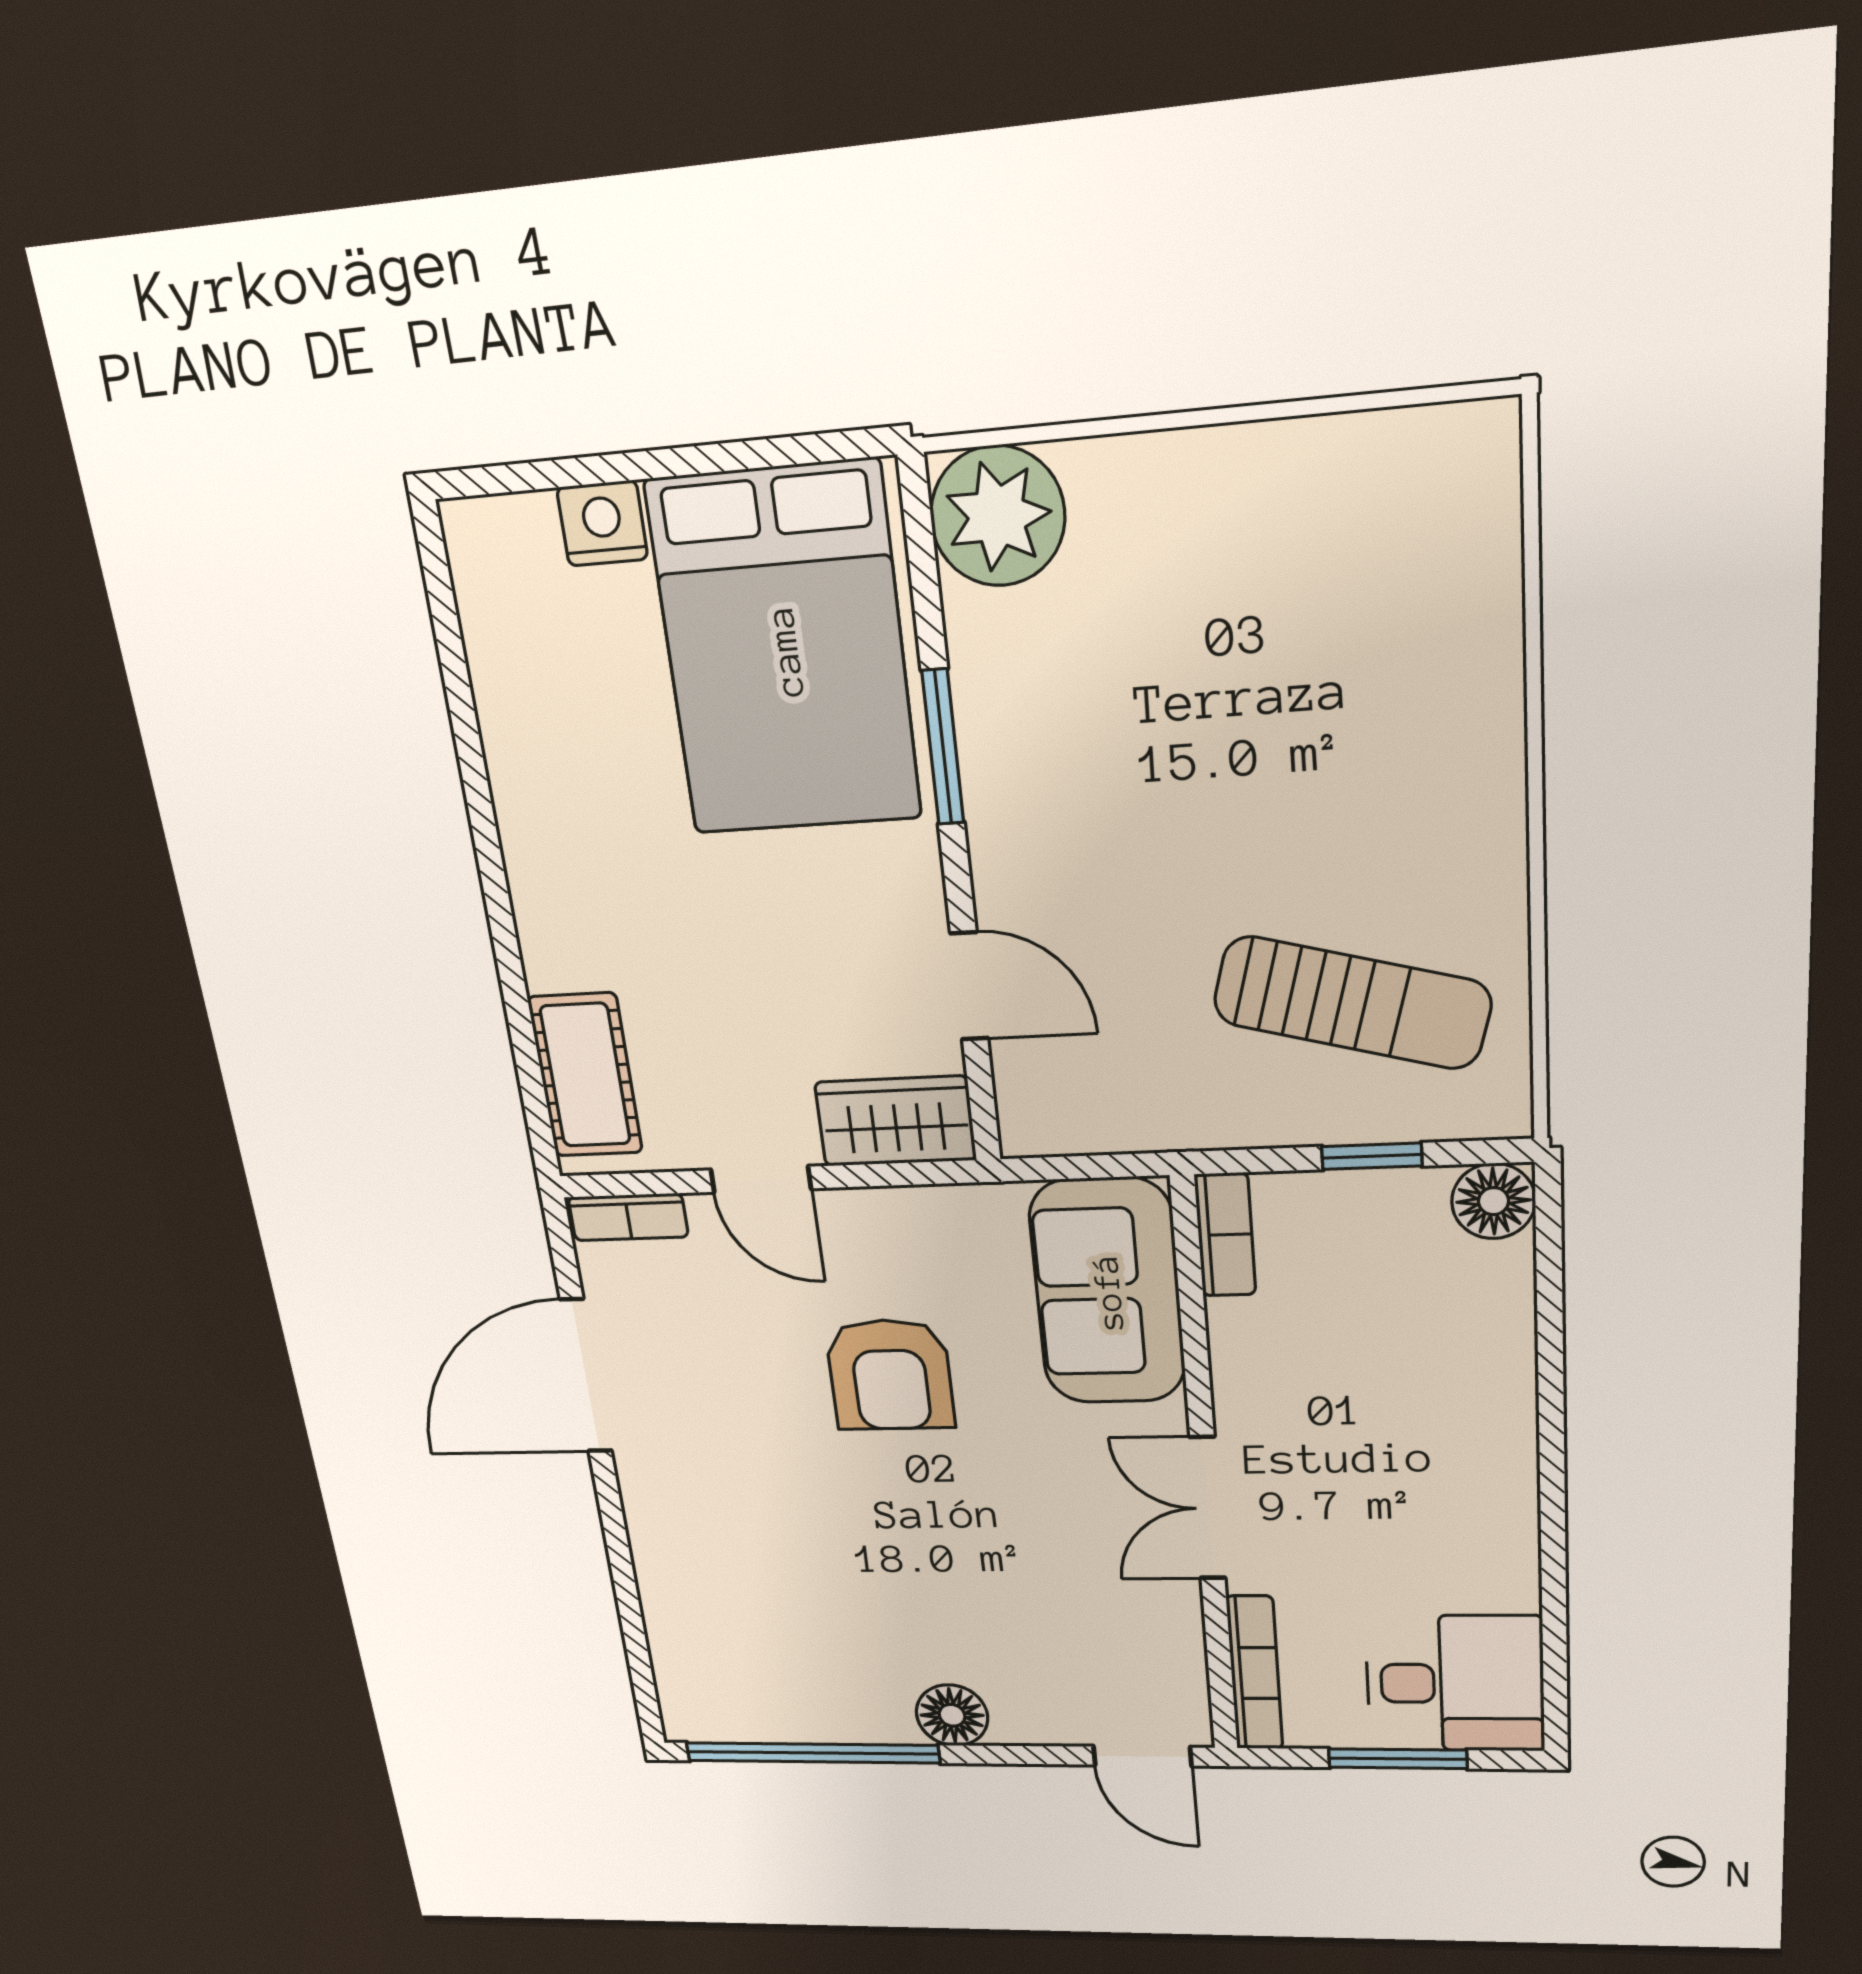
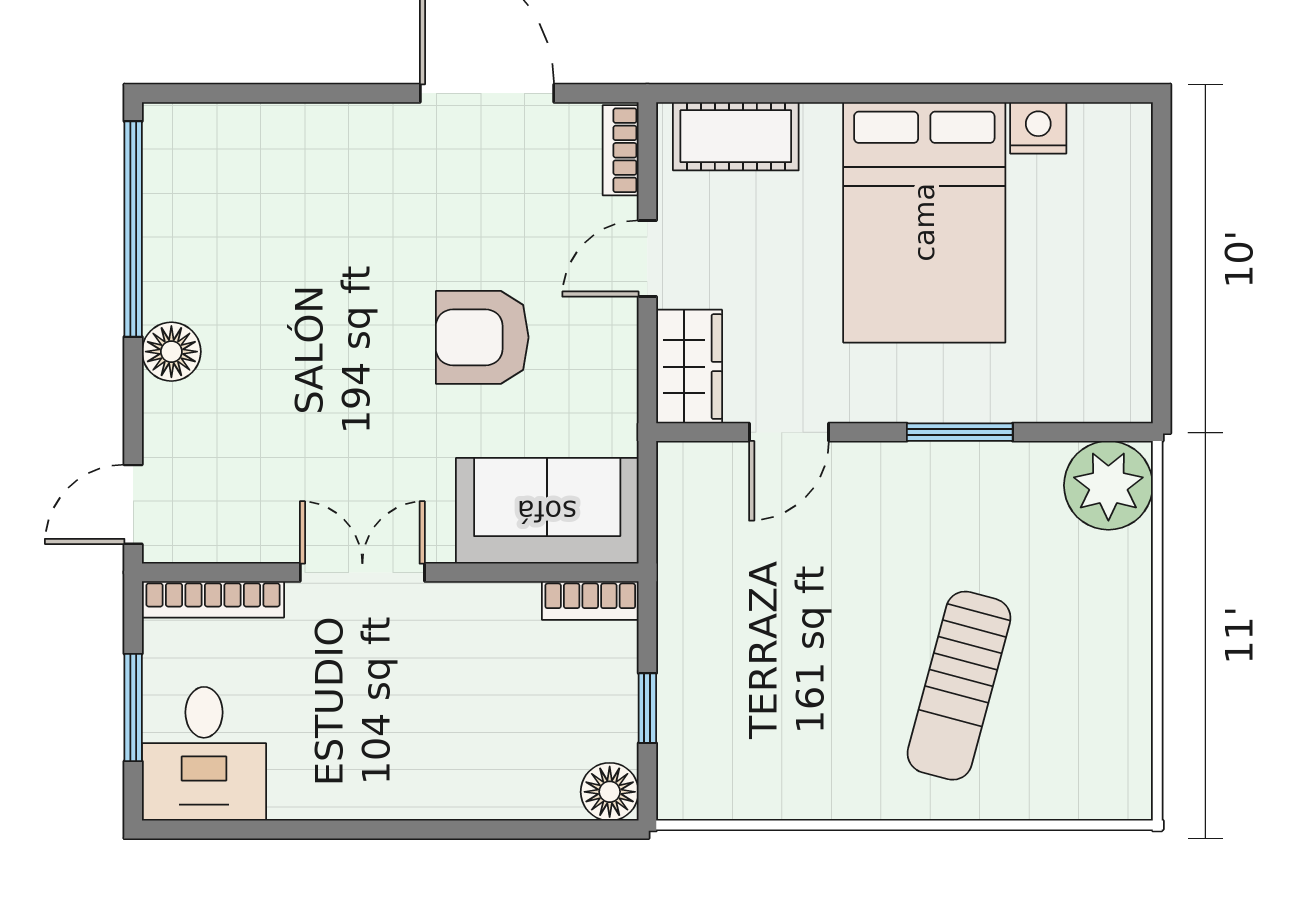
nightstand: (602, 523) -> (1038, 128), moved, turned -90
bed: (785, 651) -> (924, 222), moved, turned -90
sun lounger: (1352, 1003) -> (959, 686), moved

